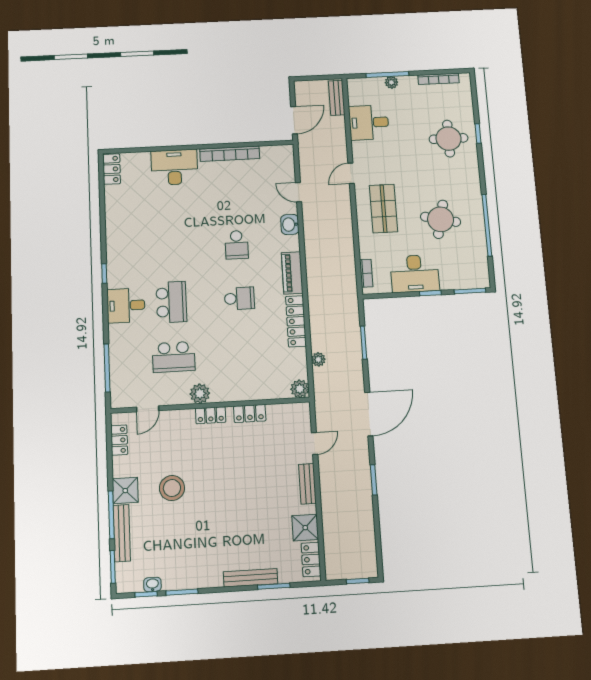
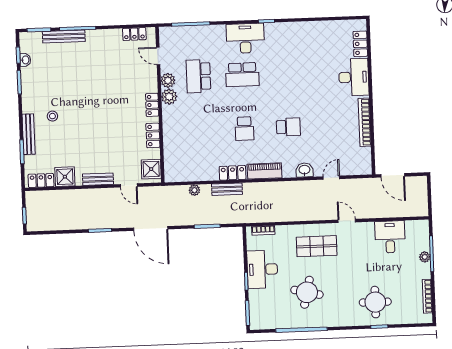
bench: (337, 98) -> (227, 189), moved
locker: (112, 169) -> (360, 44), moved, turned 90
school desk: (237, 245) -> (288, 127), turned 180
desk: (126, 305) -> (245, 38), width x1.37
locker: (296, 321) -> (233, 173), width x0.66
plant: (300, 389) -> (168, 80), moved
stool: (172, 488) -> (52, 116), moved, width x0.53, depth x0.53
shower: (125, 491) -> (151, 169), moved

